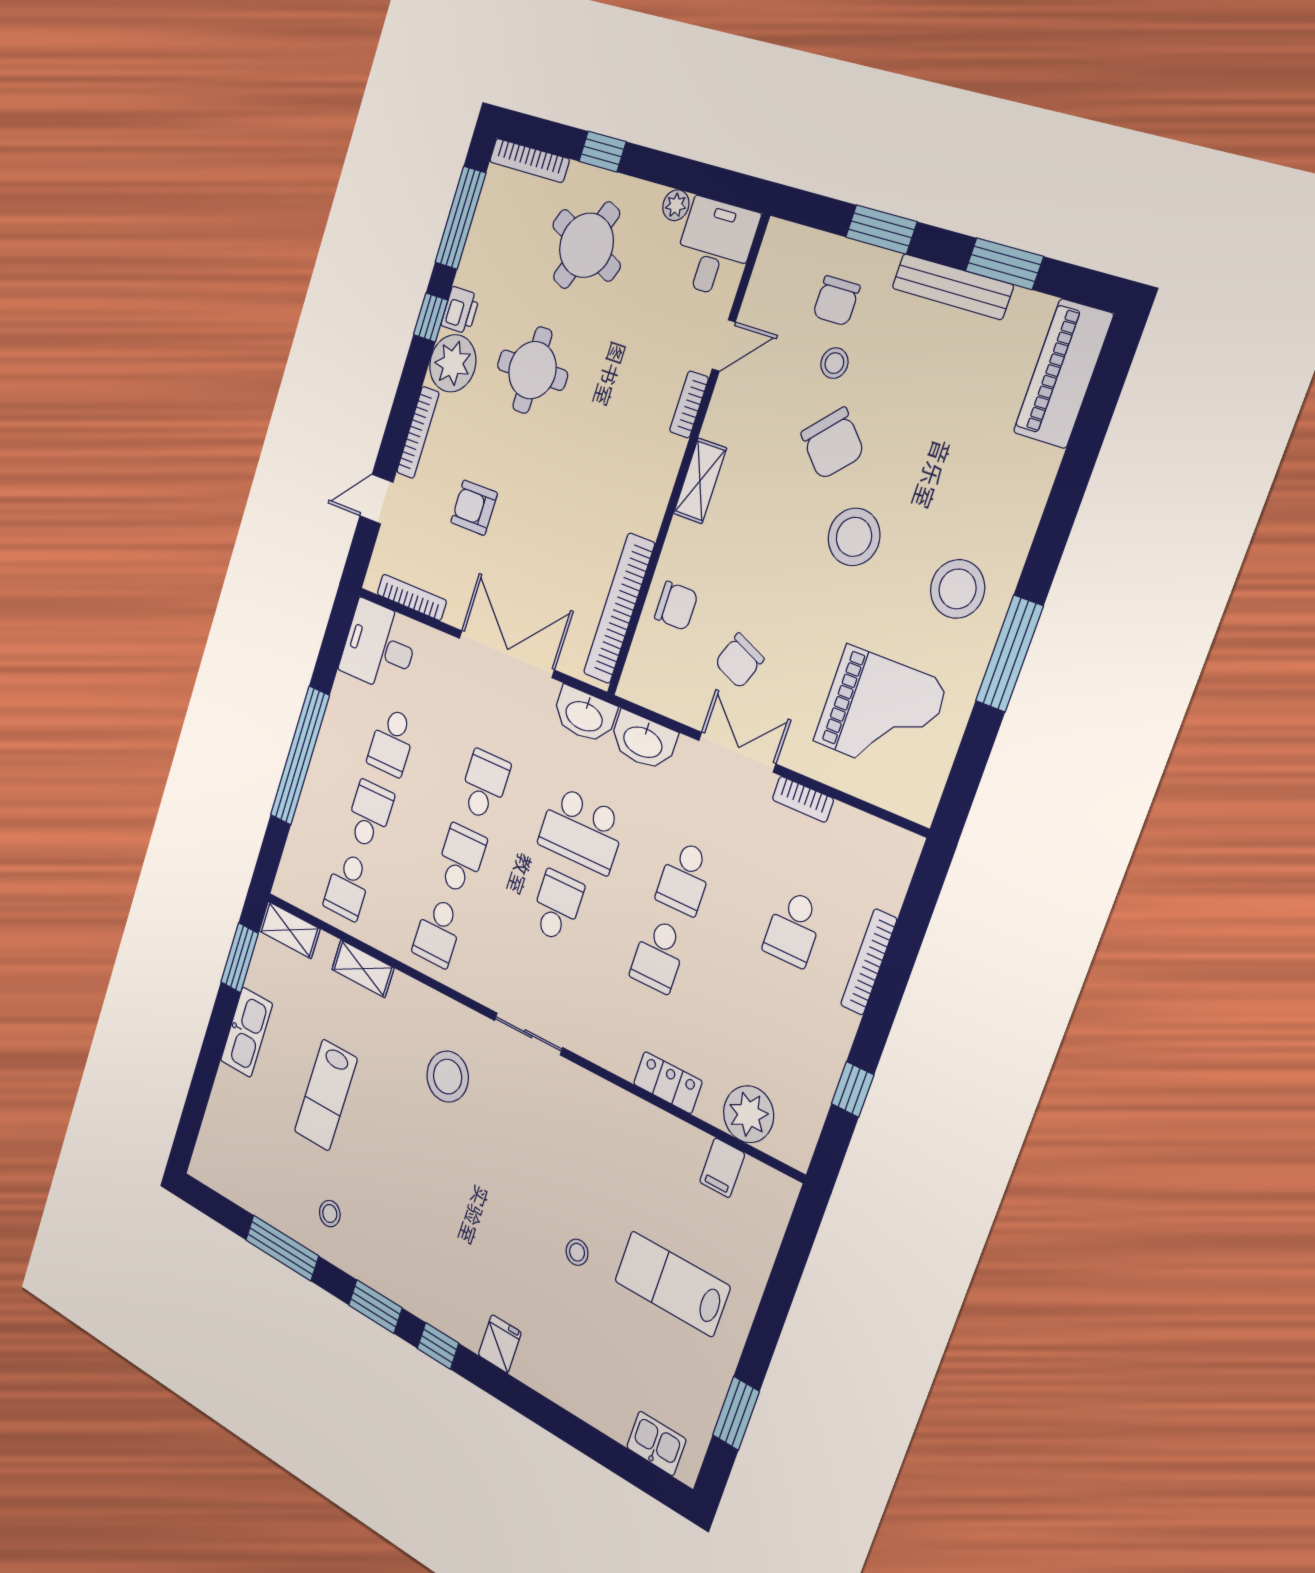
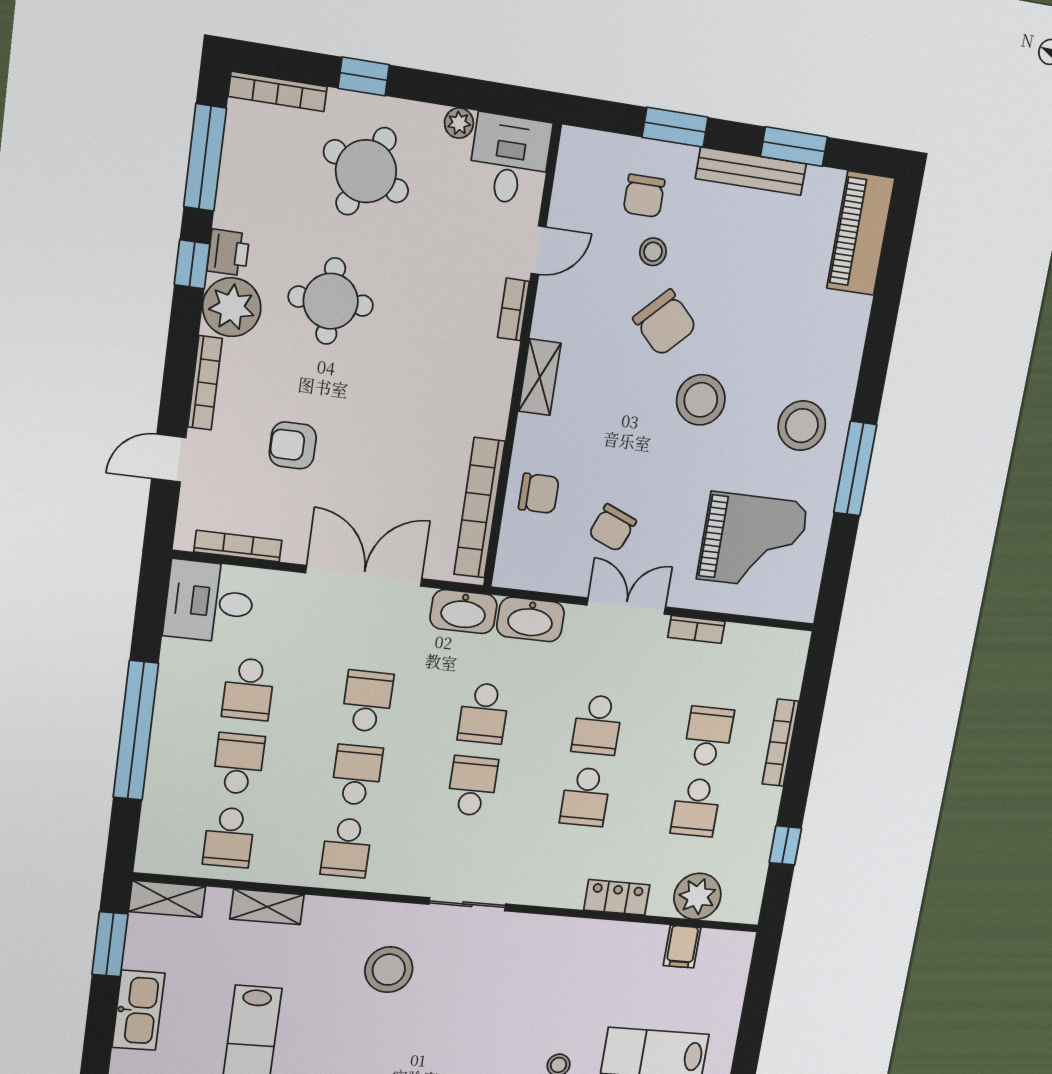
school desk: (582, 830) -> (484, 713), width x0.54
school desk: (793, 928) -> (708, 736), turned 180
school desk: (766, 1008) -> (696, 807), added

